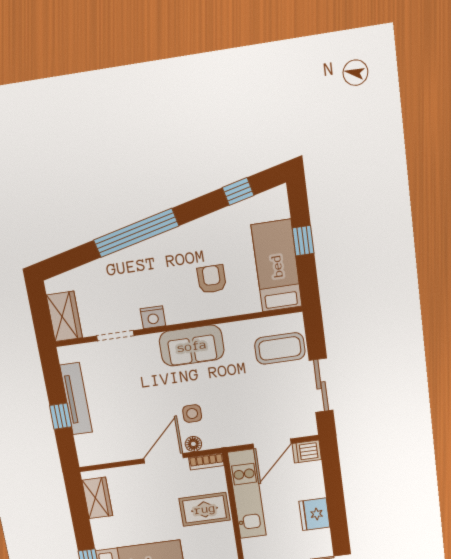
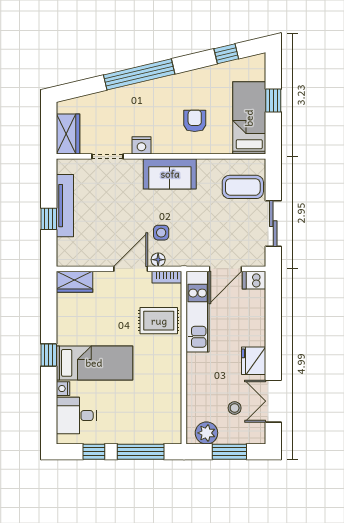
wardrobe: (97, 498) -> (75, 282), moved, turned 90
fridge: (314, 514) -> (254, 361), moved

